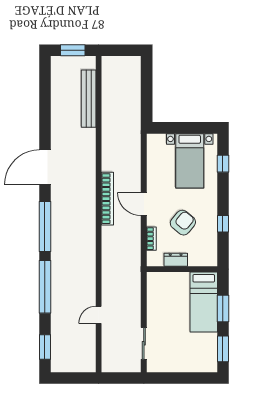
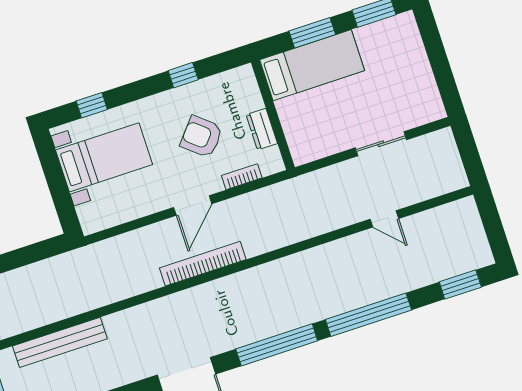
sliding door: (144, 343) -> (381, 144), moved

